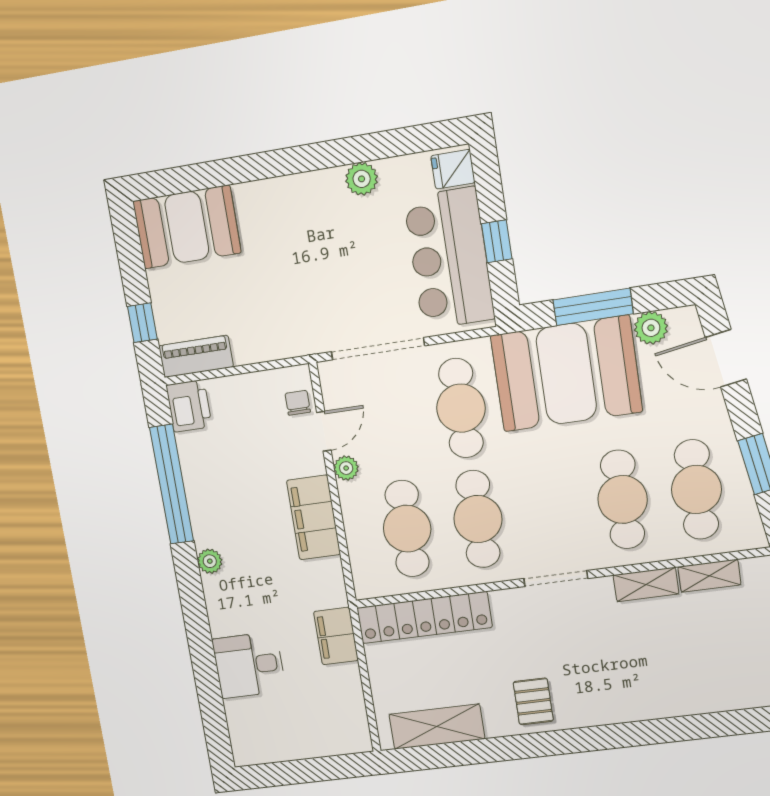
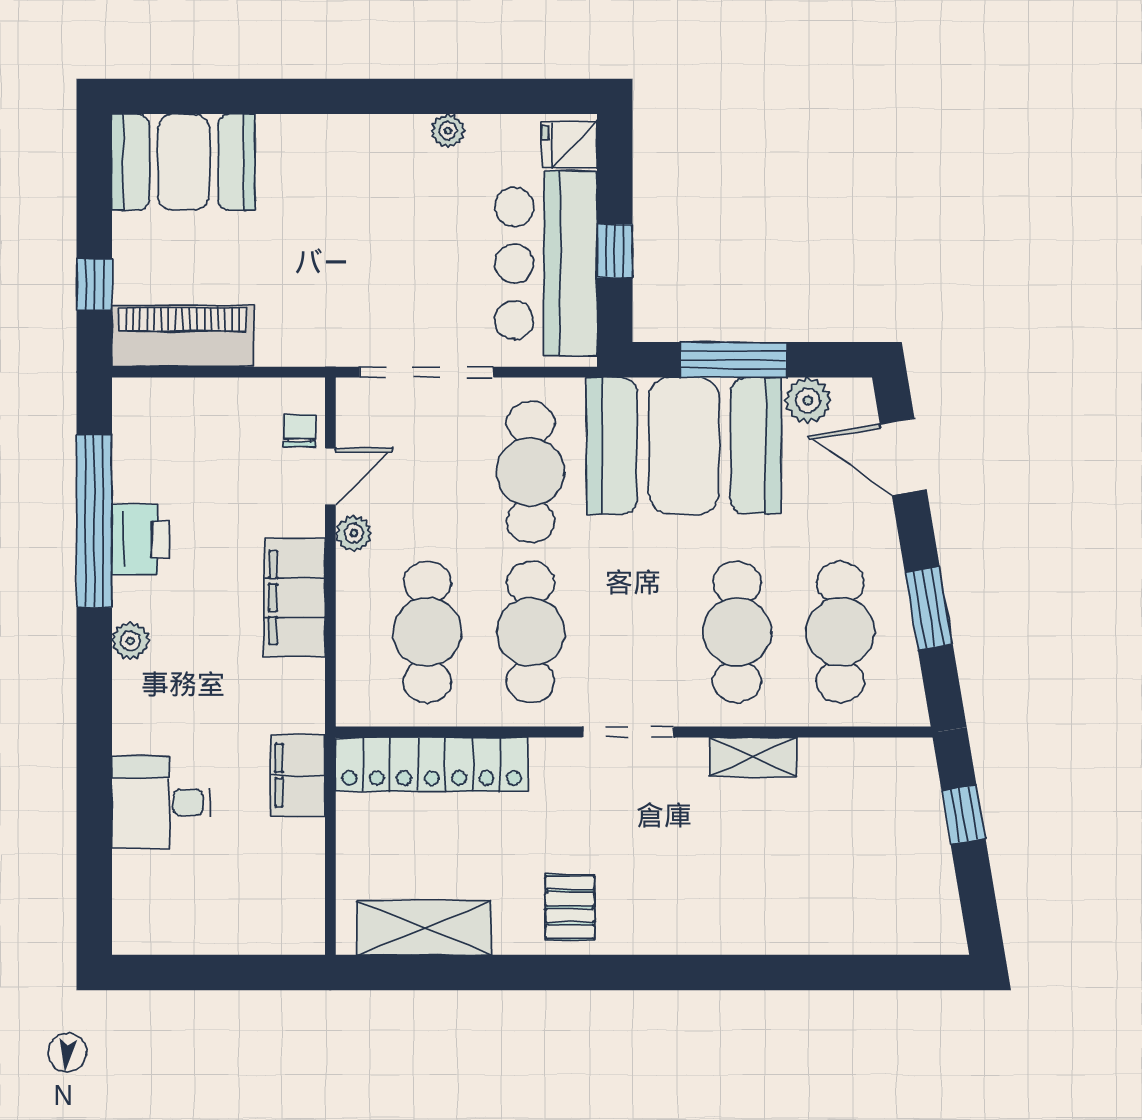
plant: (362, 179) -> (448, 131), width x0.73, depth x0.73
piano: (196, 356) -> (183, 336), width x1.37, depth x1.33
printer: (189, 406) -> (141, 539), moved
shelving: (709, 576) -> (842, 756), removed

